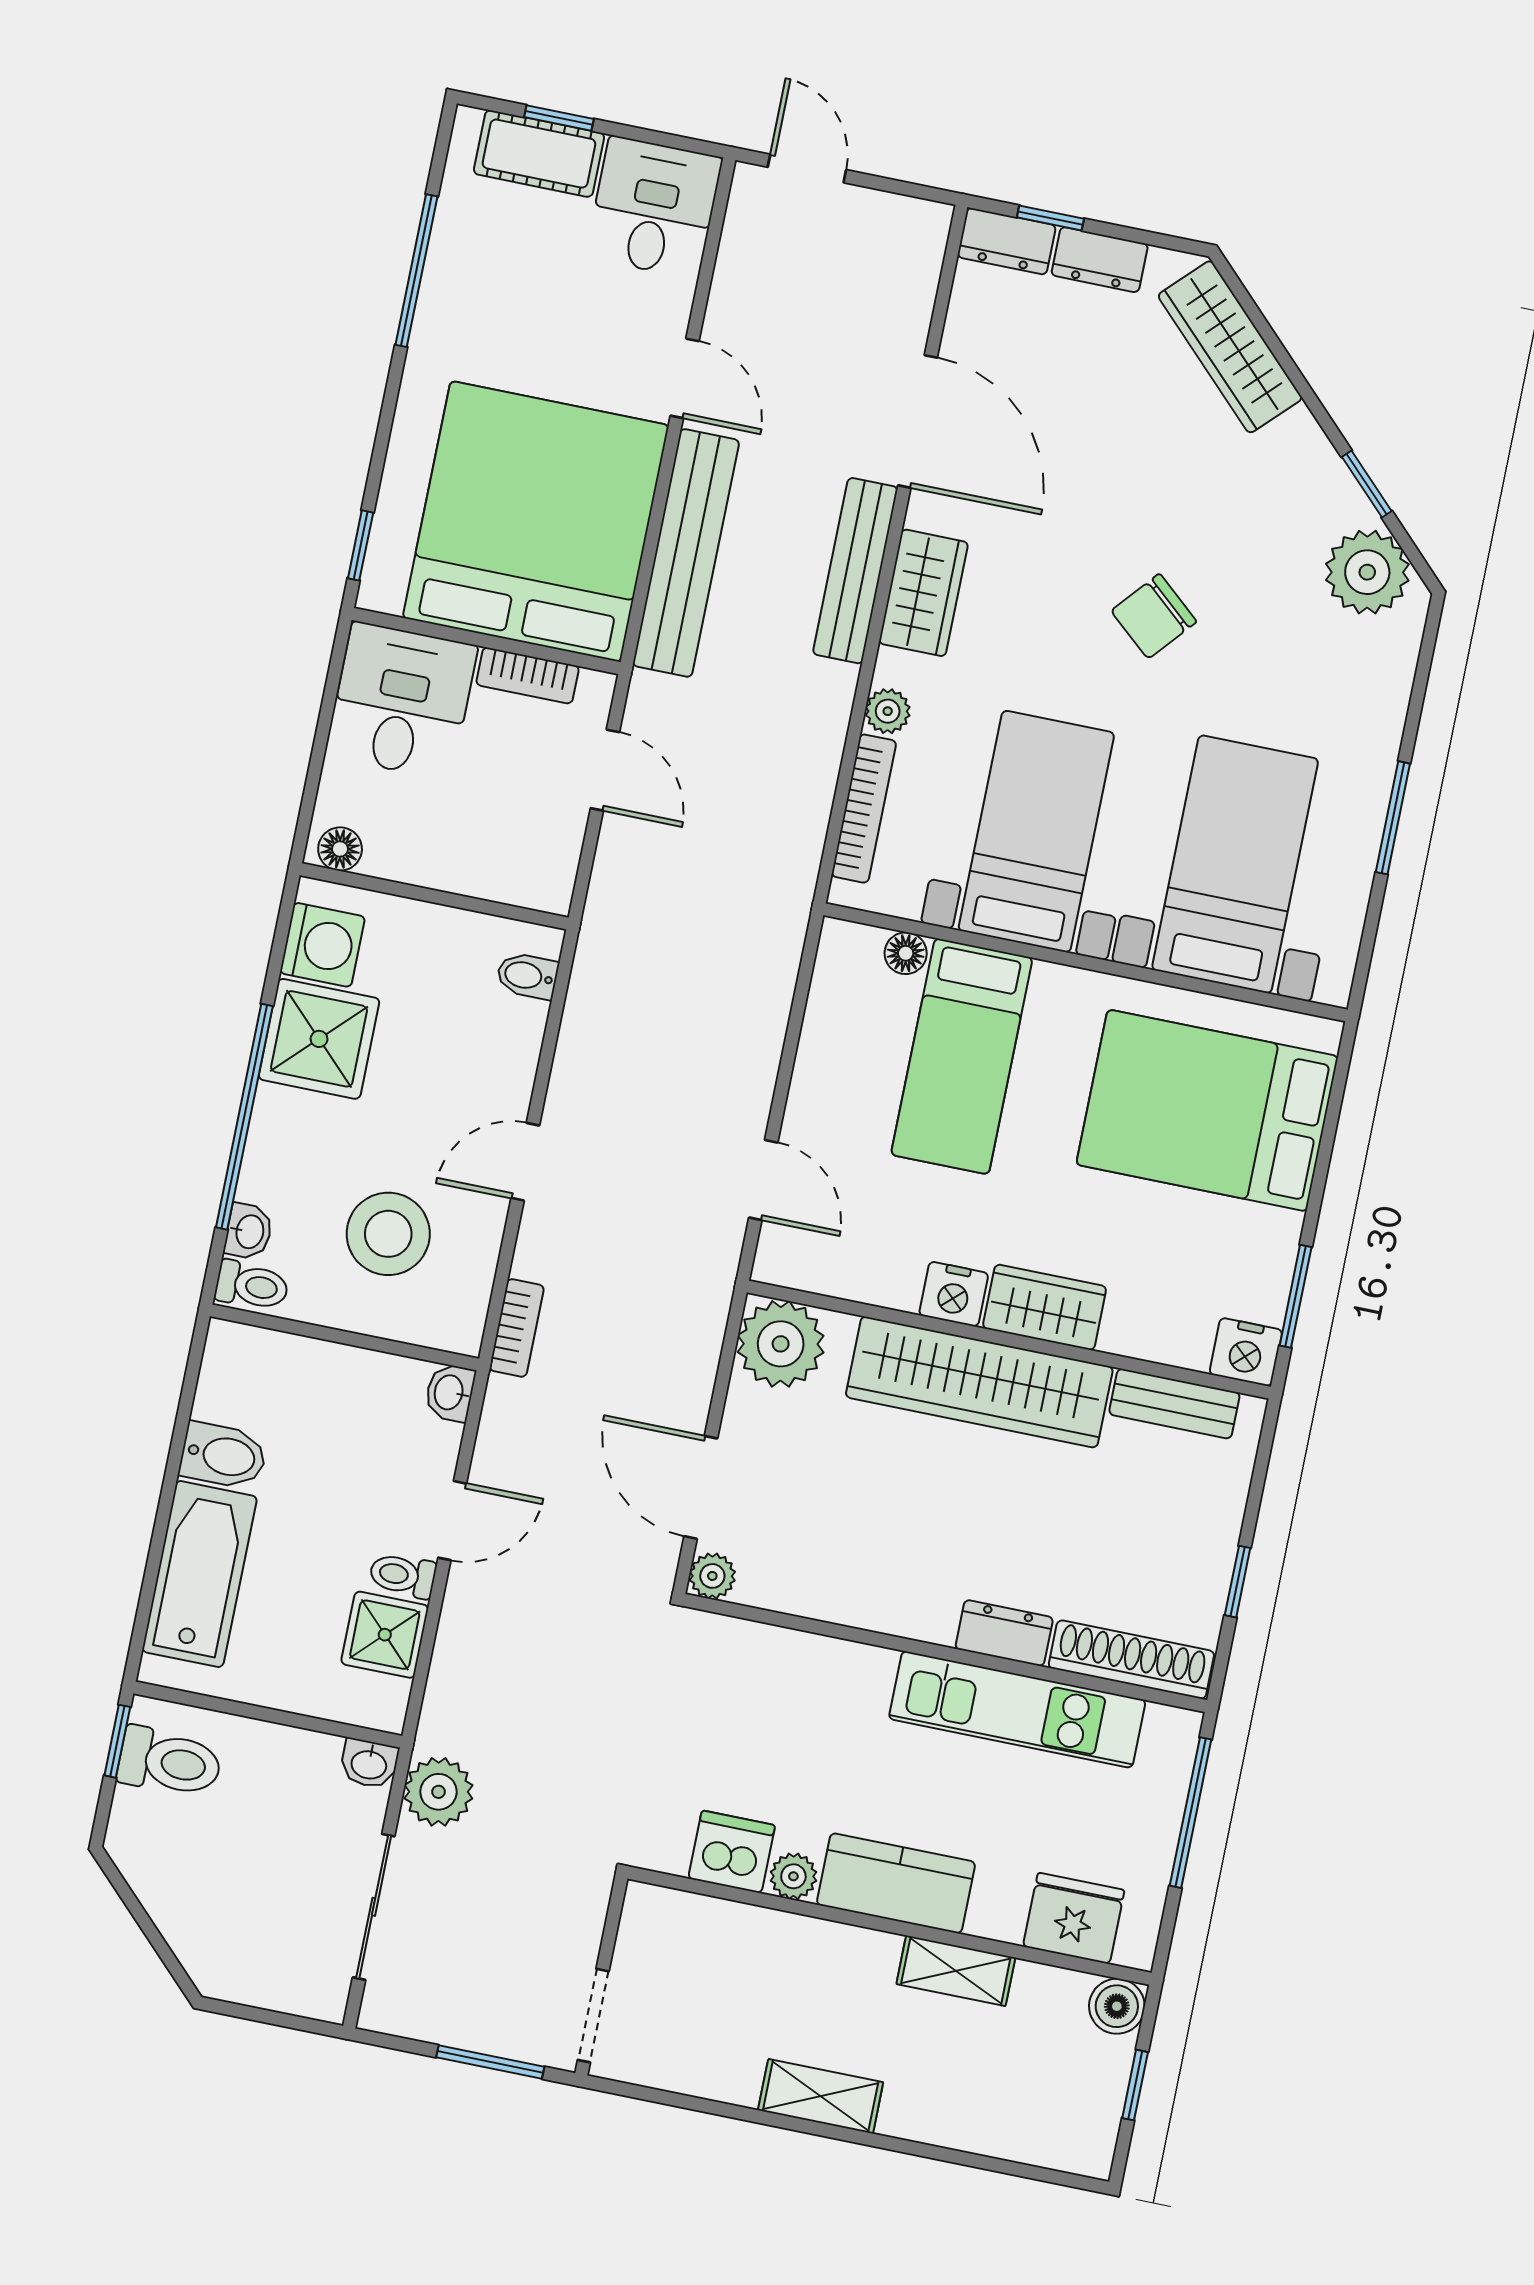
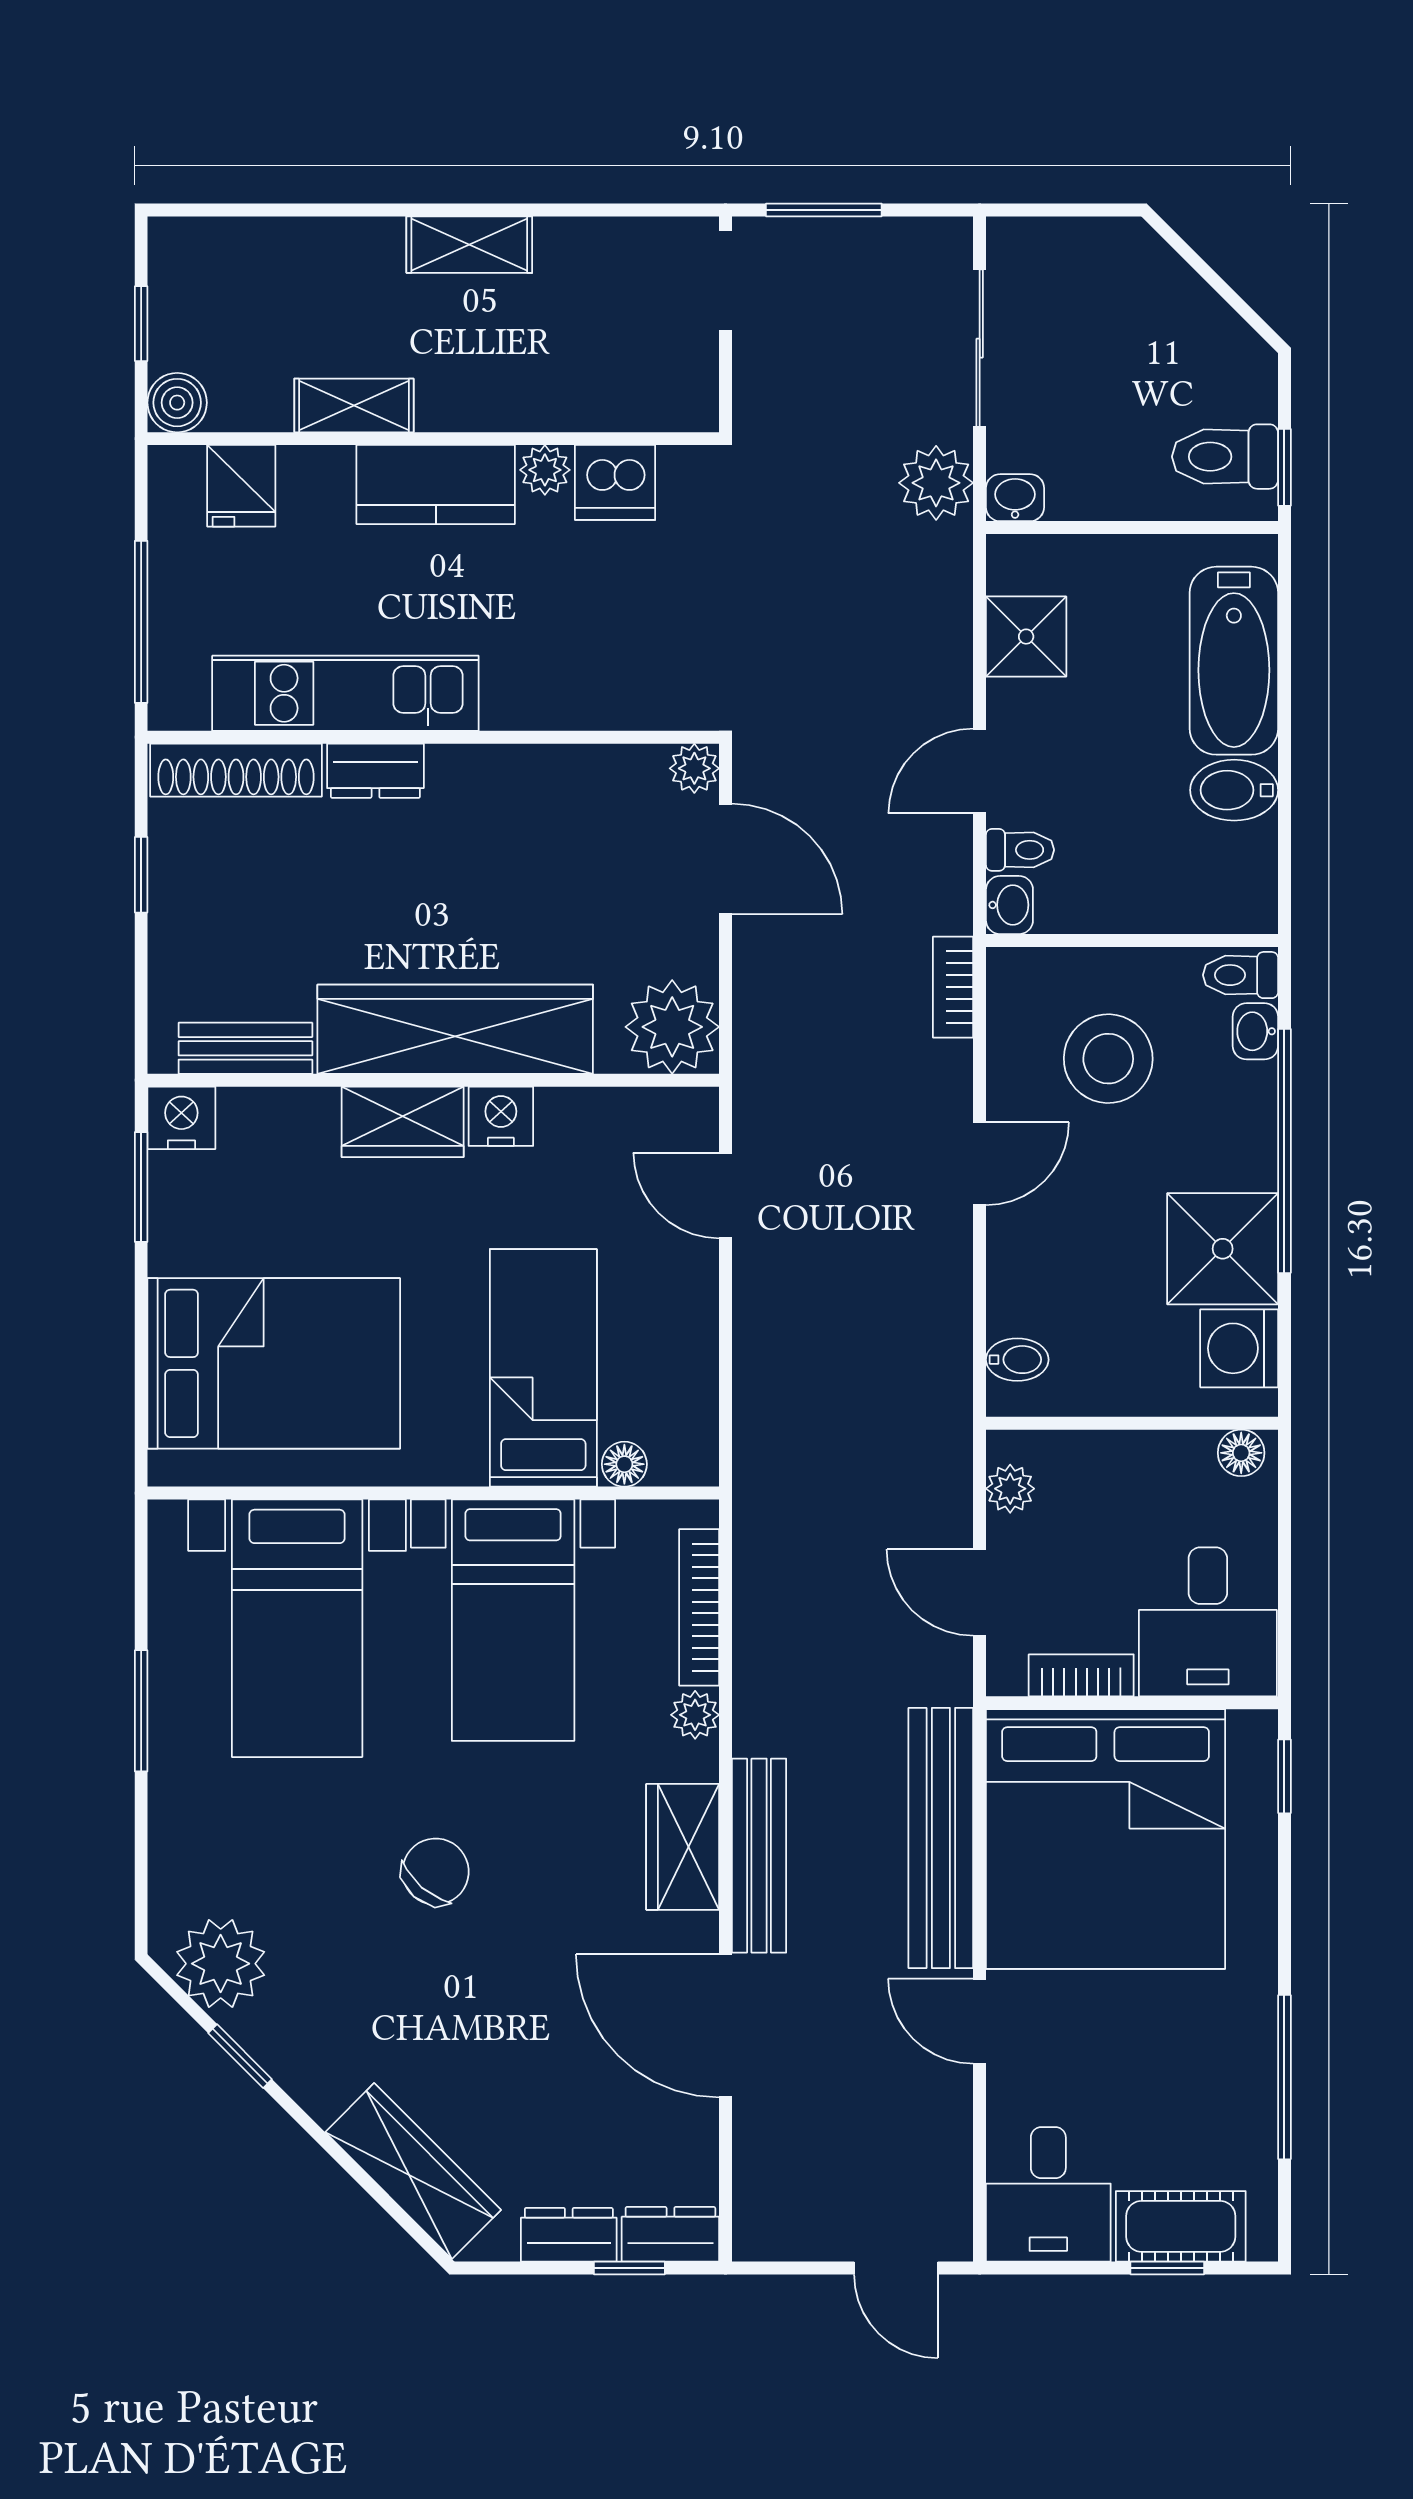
plant: (558, 859) -> (1010, 1489), added
toilet: (403, 1575) -> (1020, 850), moved
fridge: (1074, 1918) -> (241, 486), width x0.72

